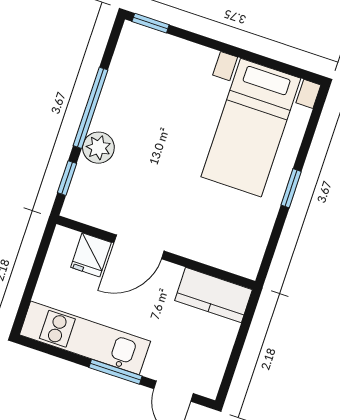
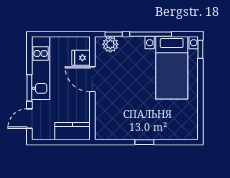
bed with nightstands: (251, 128) -> (172, 68), moved, turned -90
plant: (98, 148) -> (110, 44), moved
kitchen counter: (213, 295) -> (73, 131), moved, turned 90

